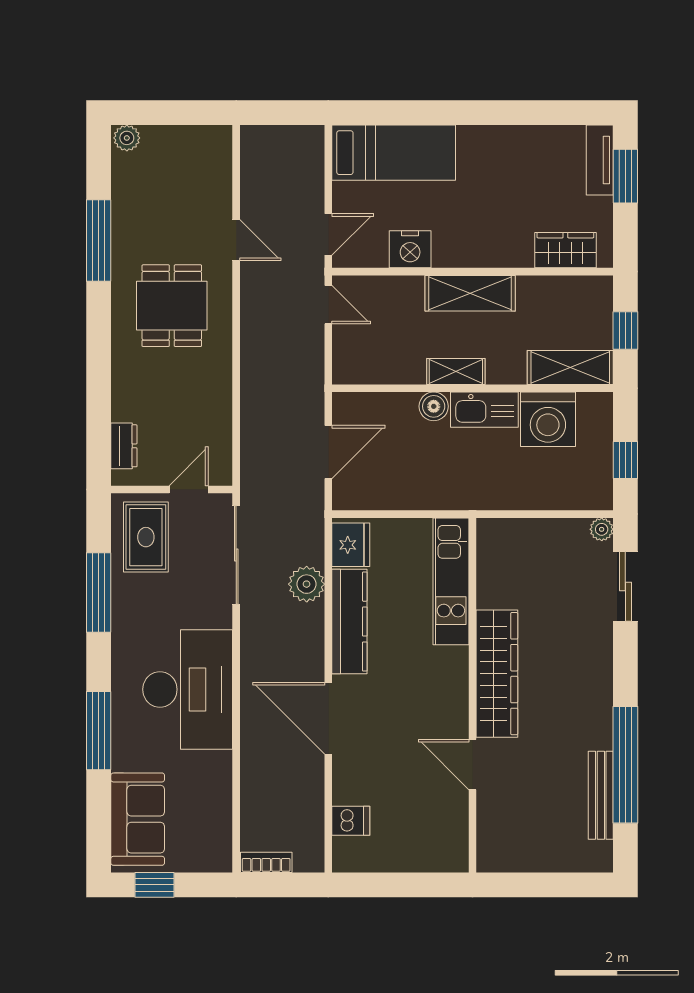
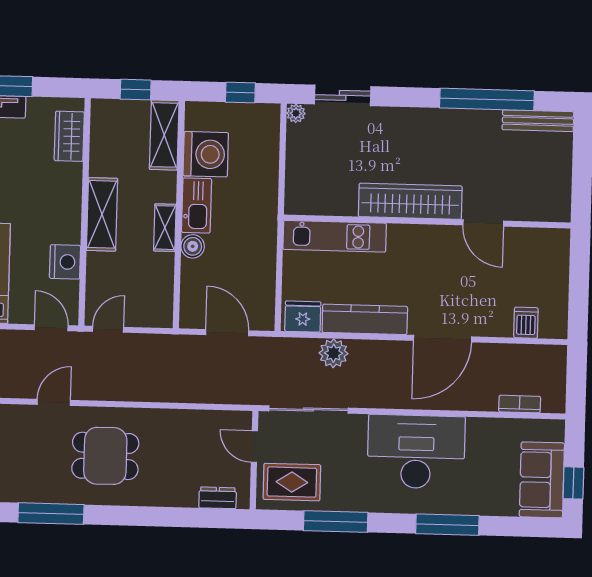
door: (473, 765) -> (483, 223), hinge flipped
bench: (601, 795) -> (538, 121), moved
sofa: (138, 819) -> (542, 480), moved, turned -90
bookcase: (266, 862) -> (520, 404), moved, turned 90

